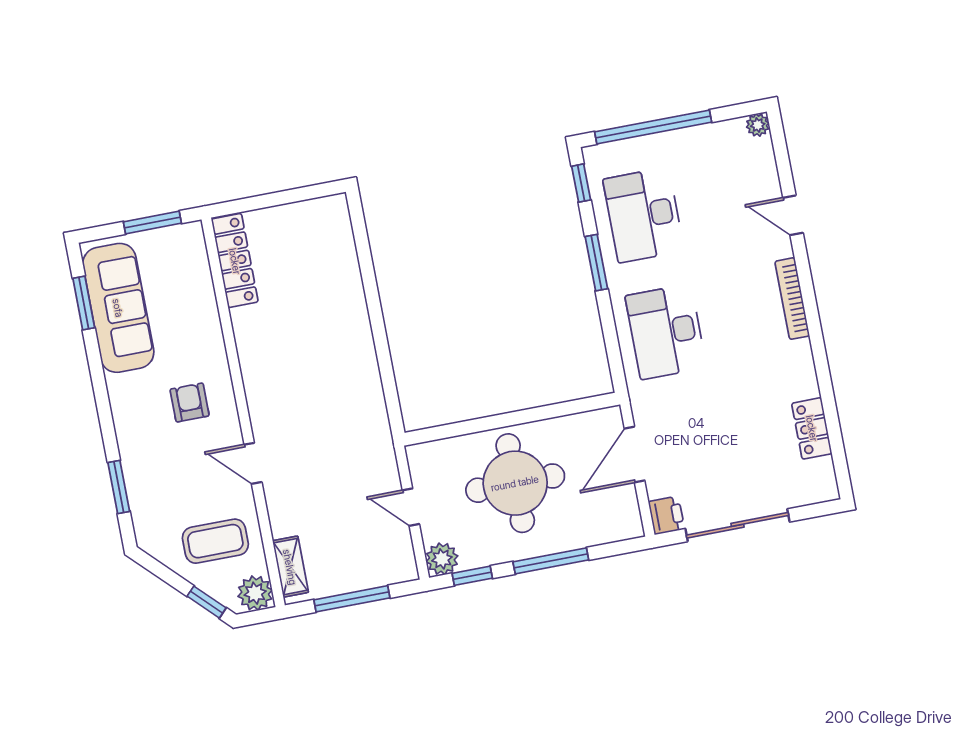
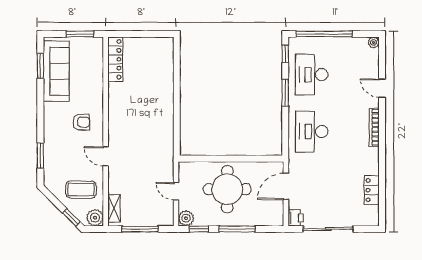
armchair: (190, 402) -> (81, 122), turned 90

